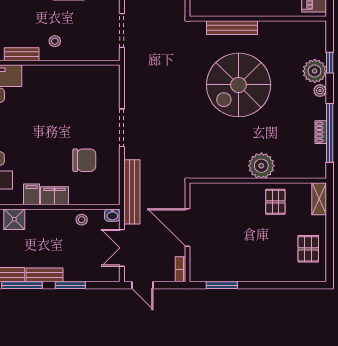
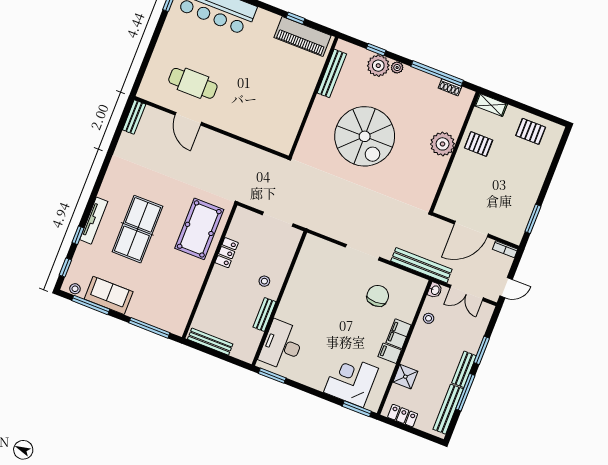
bench: (232, 28) -> (332, 73), moved
shoe rack: (321, 132) -> (450, 87), moved

